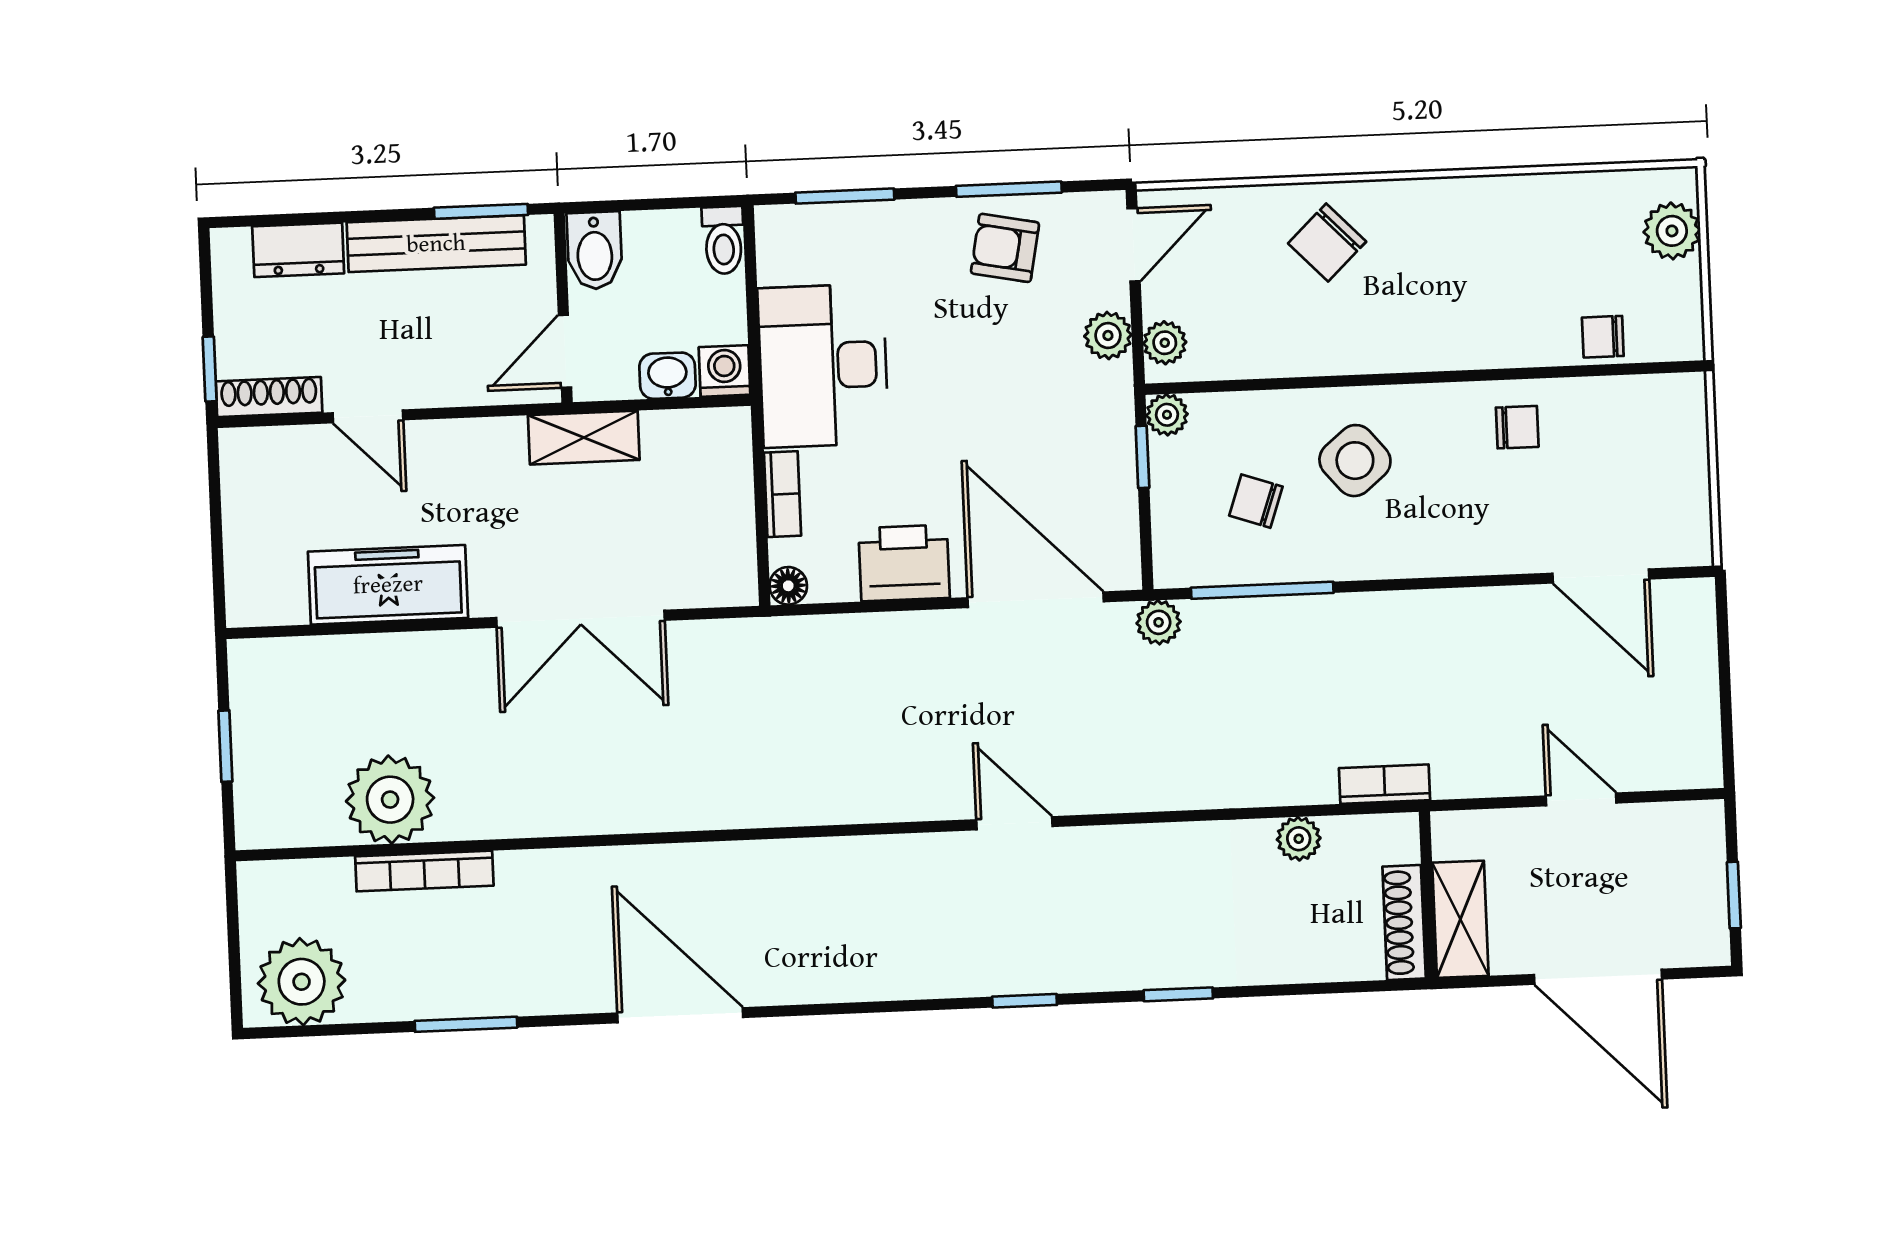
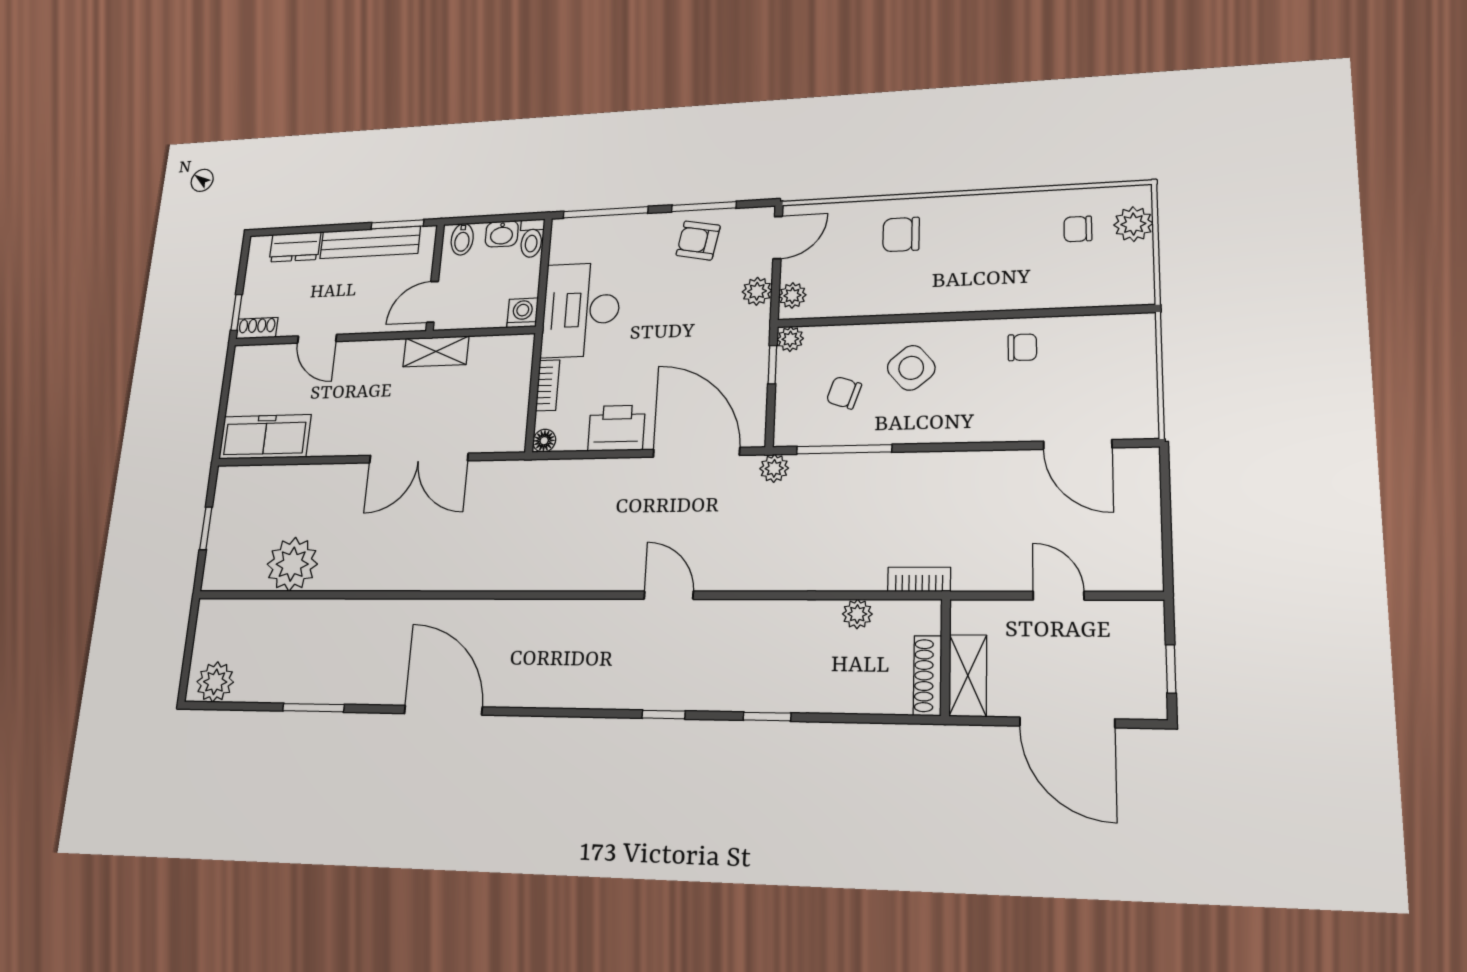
window: (845, 196) -> (606, 212), width x1.44
chair: (1327, 243) -> (901, 234), turned 44
bidet: (595, 251) -> (462, 239), width x0.72, depth x0.74
chair: (1603, 337) -> (1078, 229), moved
washbasin: (667, 376) -> (502, 234), moved, turned 180
shoe rack: (269, 397) -> (257, 328), width x0.70
freezer: (388, 585) -> (265, 437), moved
bookcase: (424, 871) -> (305, 609), removed
plant: (302, 982) -> (215, 682), width x0.73, depth x0.73

